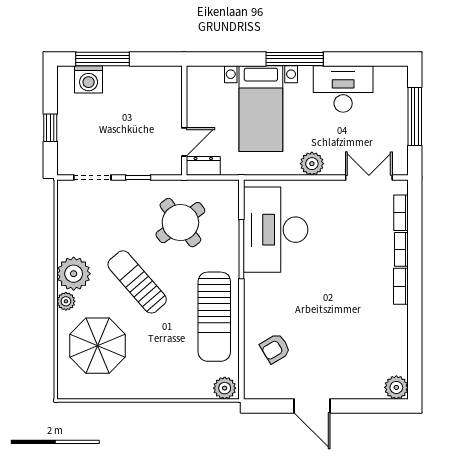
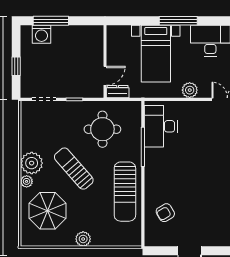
round table: (180, 223) -> (102, 129), turned 37
desk: (276, 230) -> (161, 126), width x0.73, depth x0.77
plant: (225, 388) -> (83, 239), moved

